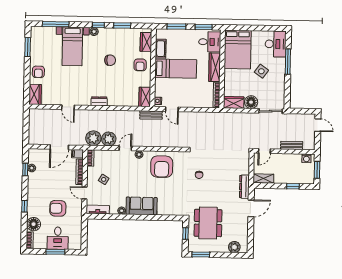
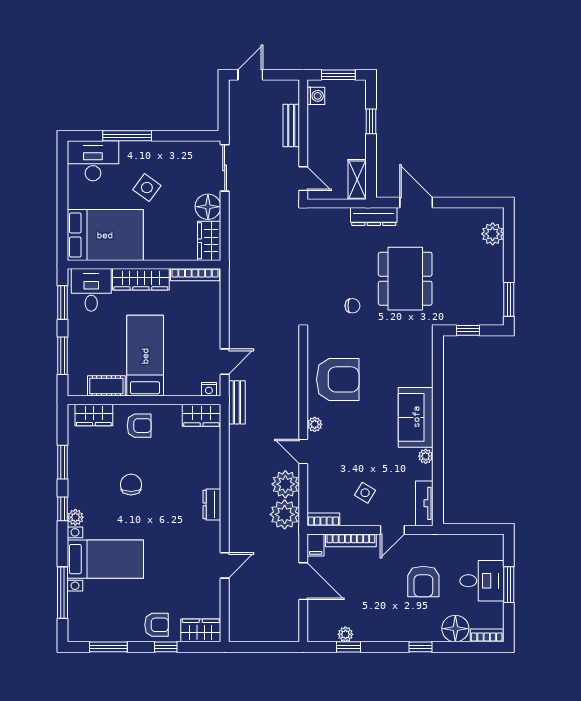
window: (27, 76) -> (166, 647), added
dining table: (208, 223) -> (405, 279), moved, turned 90

